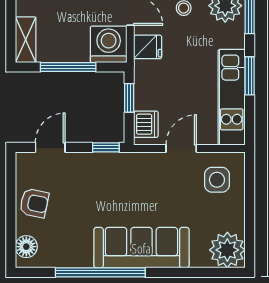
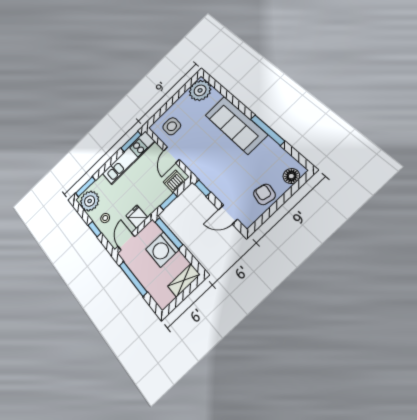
washing machine: (109, 44) -> (162, 250), moved
window: (68, 67) -> (169, 233), moved
window: (250, 76) -> (131, 142), moved
door: (181, 148) -> (171, 155), hinge flipped
window: (100, 272) -> (267, 130), width x0.68

